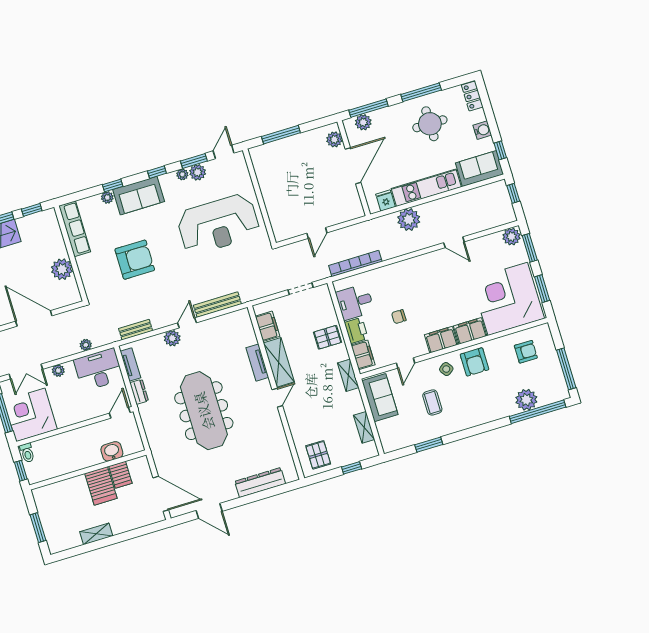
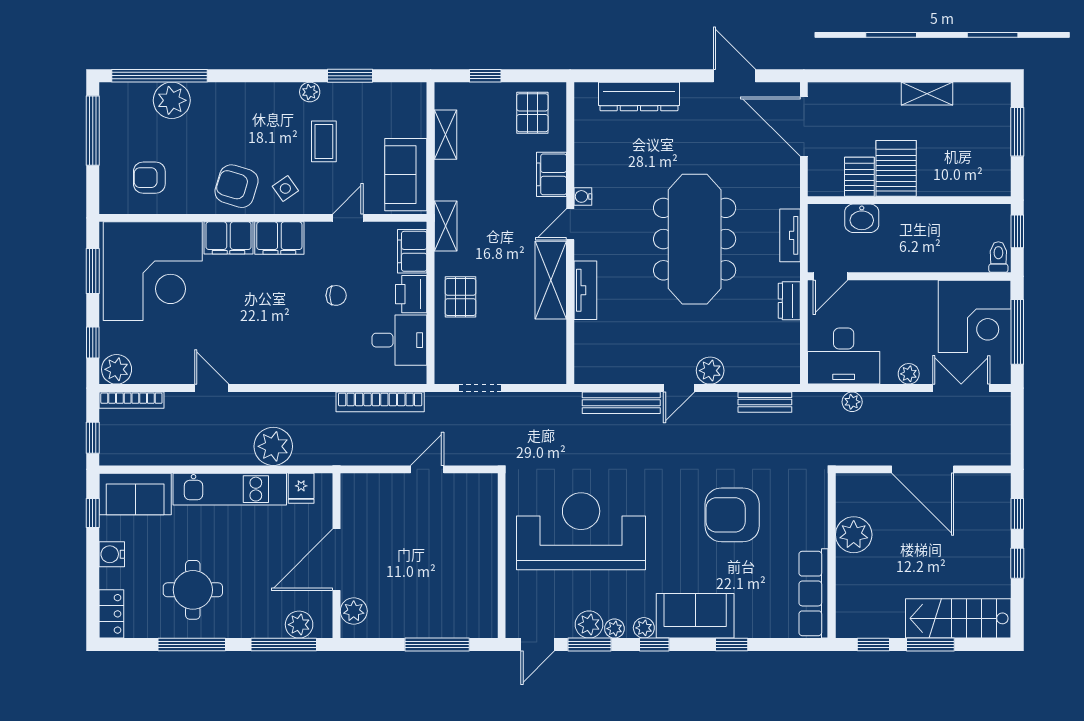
plant: (107, 197) -> (644, 628), moved
bookcase: (498, 222) -> (131, 400), added
window: (530, 248) -> (93, 342), width x0.67
filing cabinet: (267, 326) -> (551, 174), moved
pallet: (327, 337) -> (461, 297), turned 90
armchair: (475, 362) -> (237, 186), turned -73
tv unit: (130, 365) -> (790, 235), moved
water cooler: (275, 416) -> (583, 196), added
plant: (449, 428) -> (310, 92), added

